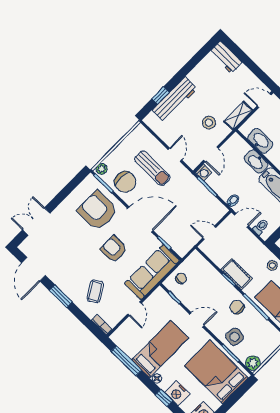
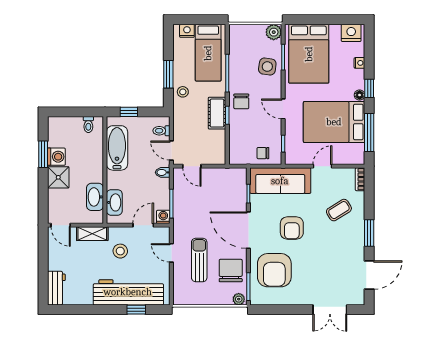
workbench: (175, 99) -> (128, 292), width x1.36, depth x1.32
door: (175, 155) -> (171, 253), hinge flipped
washbasin: (256, 162) -> (114, 202), moved
door: (209, 233) -> (192, 166), moved
chair: (237, 307) -> (241, 101), moved
bed: (160, 349) -> (334, 122), width x1.50
nightstand: (177, 393) -> (359, 63), width x0.53, depth x0.56
window: (164, 398) -> (369, 88), moved

